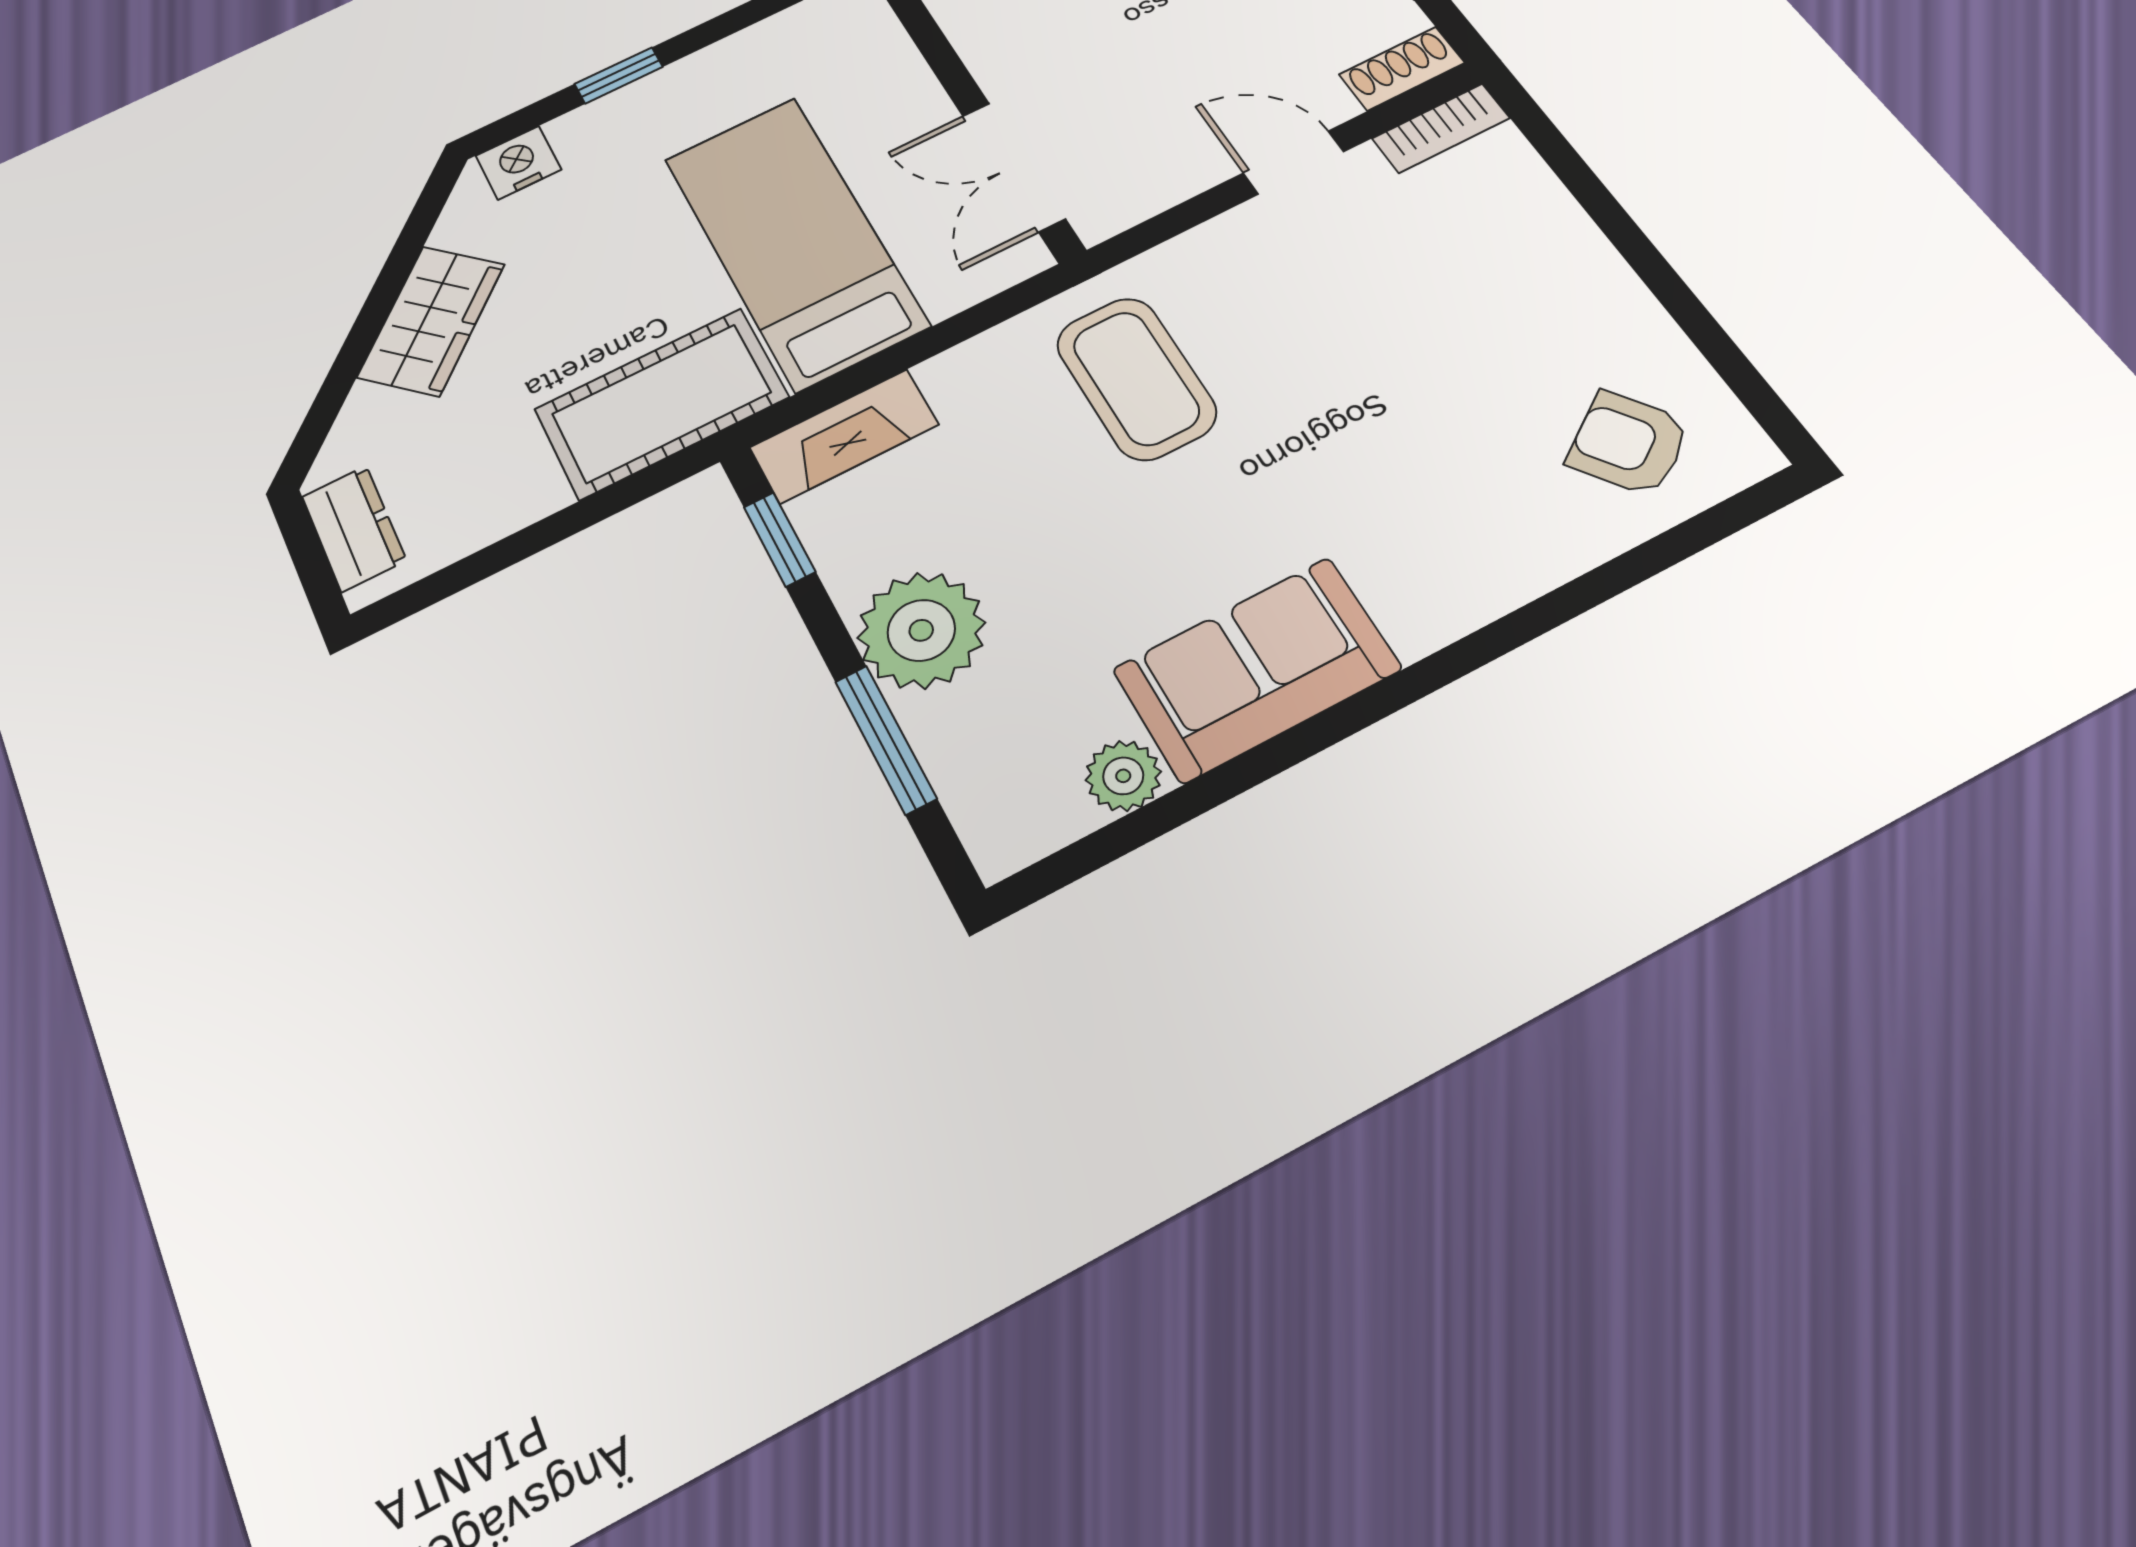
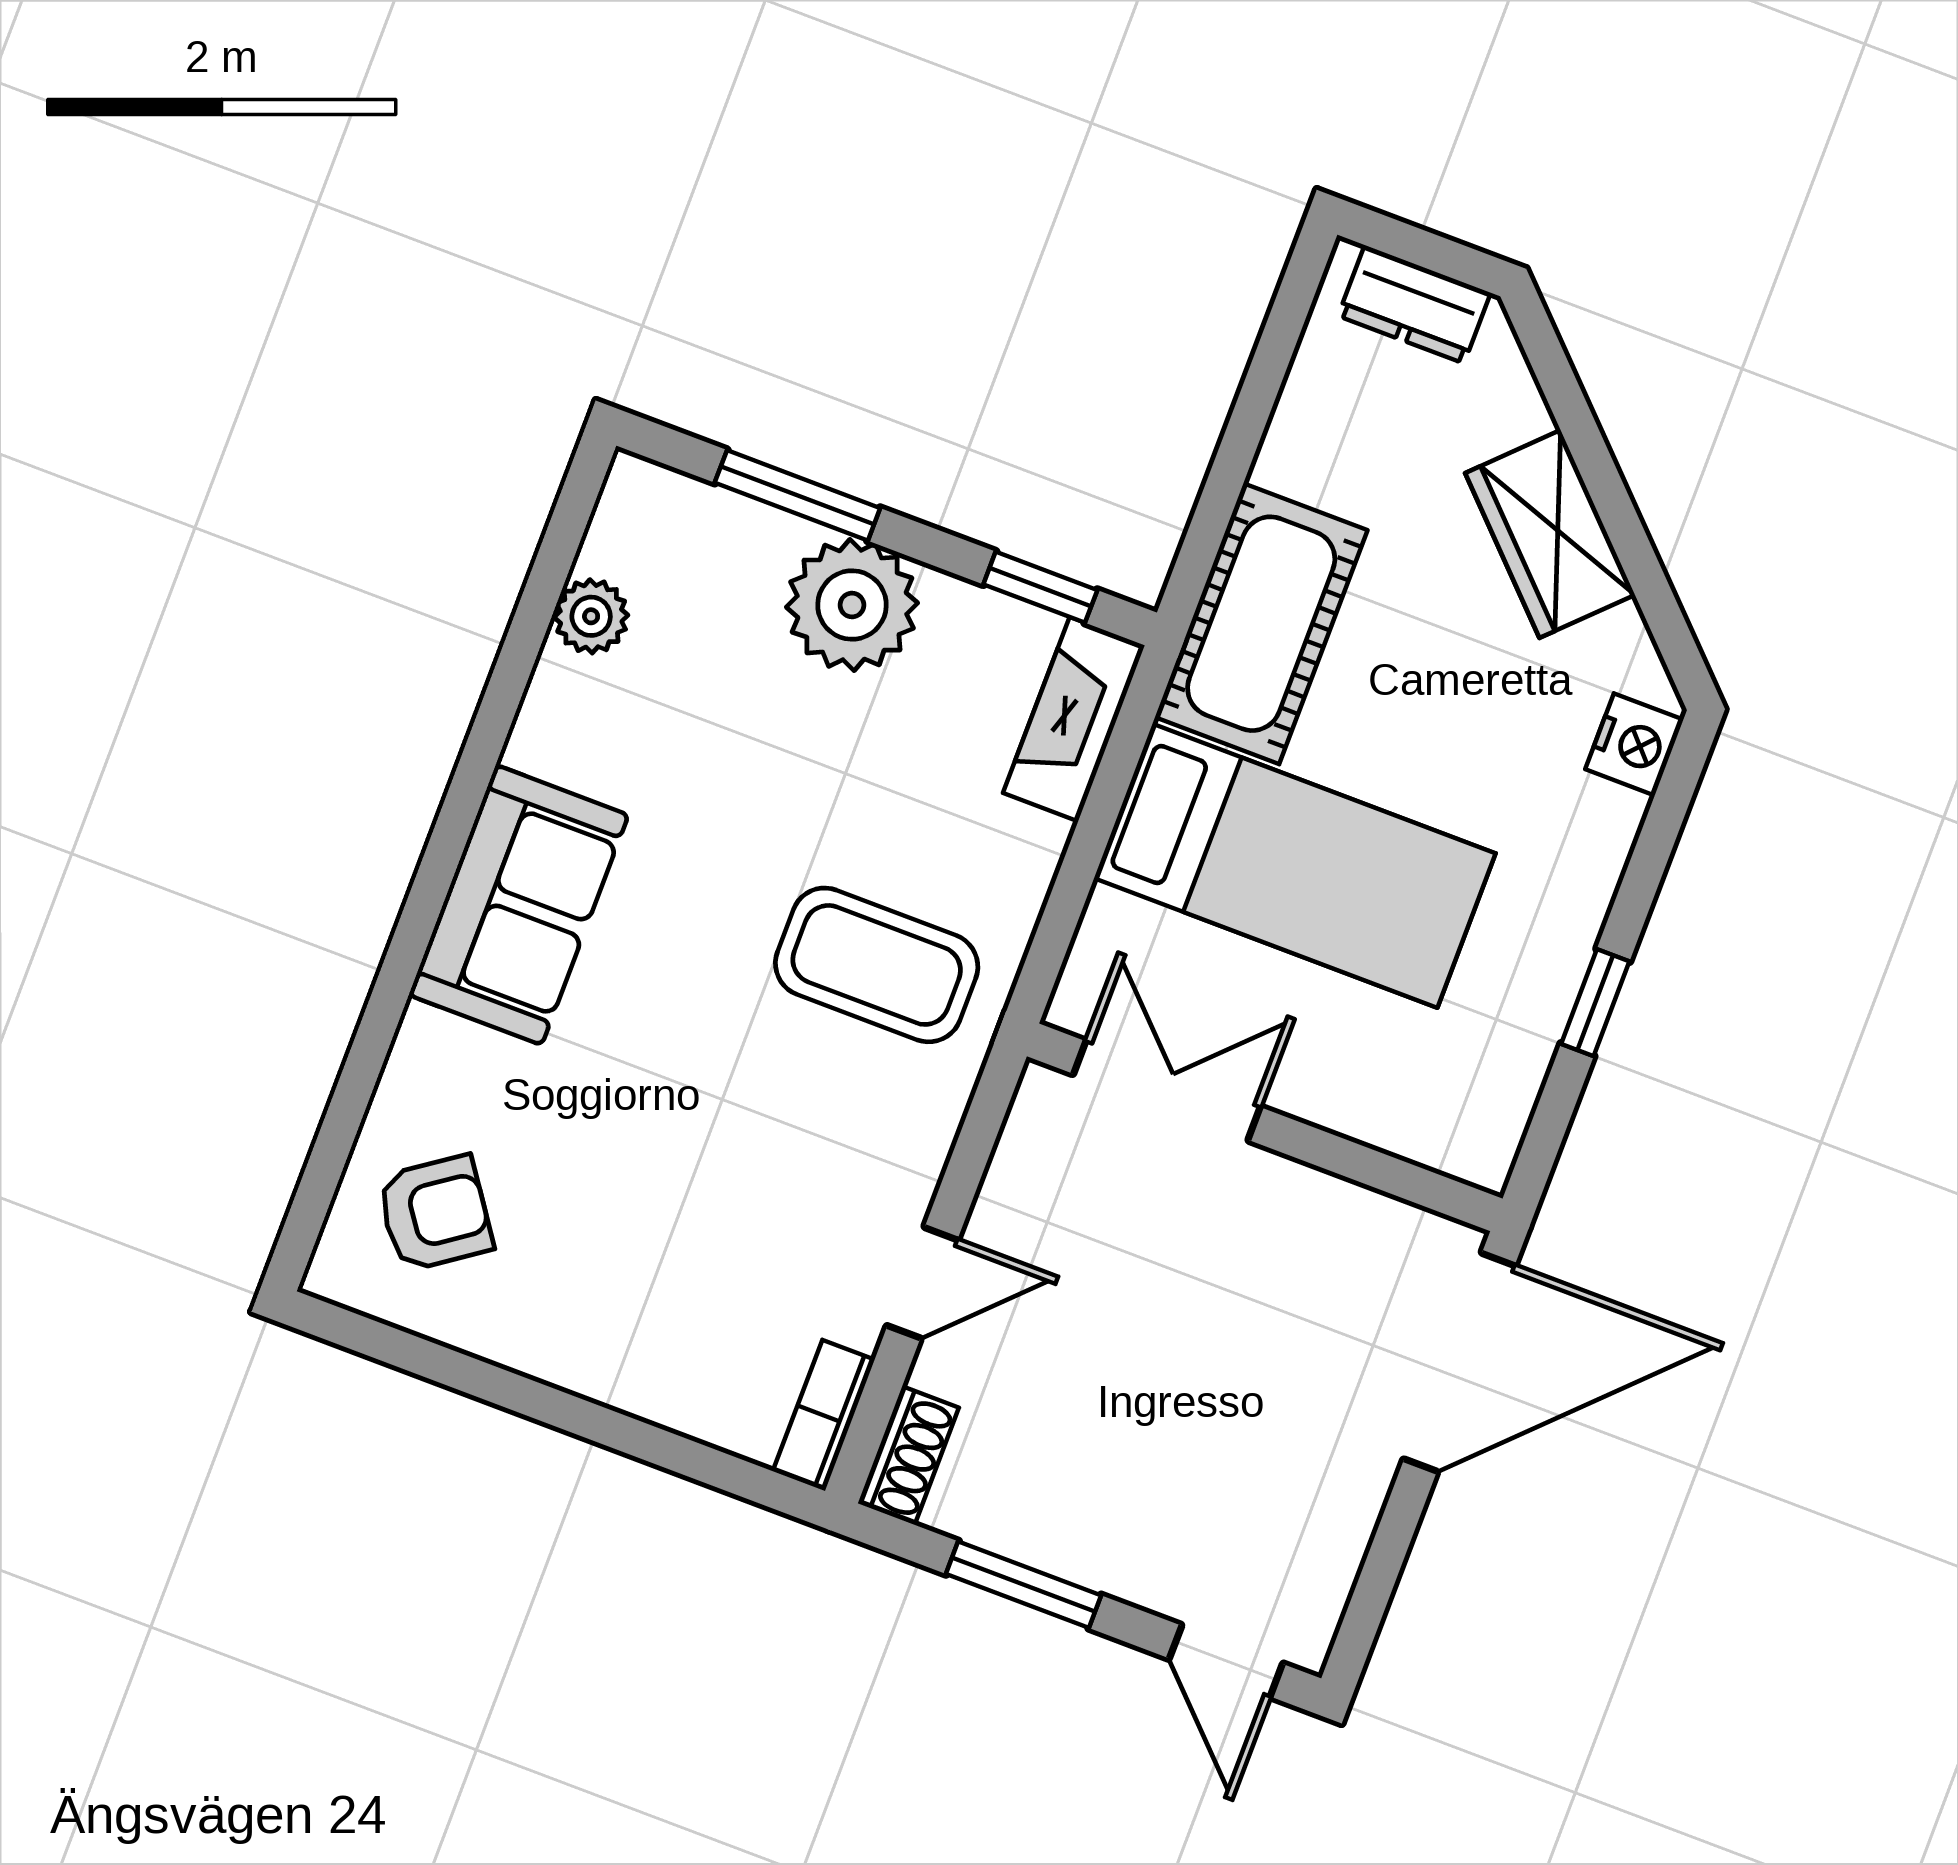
window: (619, 75) -> (1595, 1003), moved
sofa: (1257, 669) -> (519, 905), moved

